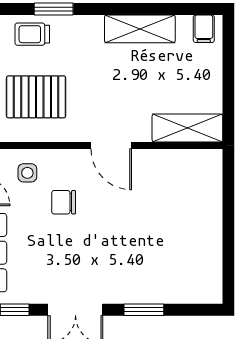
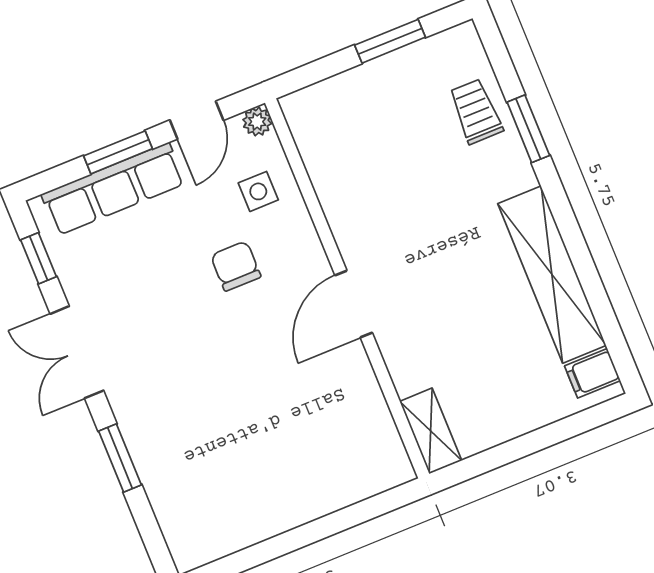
shelving: (140, 29) -> (552, 275), width x1.47
pallet: (36, 97) -> (381, 157), removed
shelving: (187, 128) -> (431, 431), width x0.67, depth x0.75

